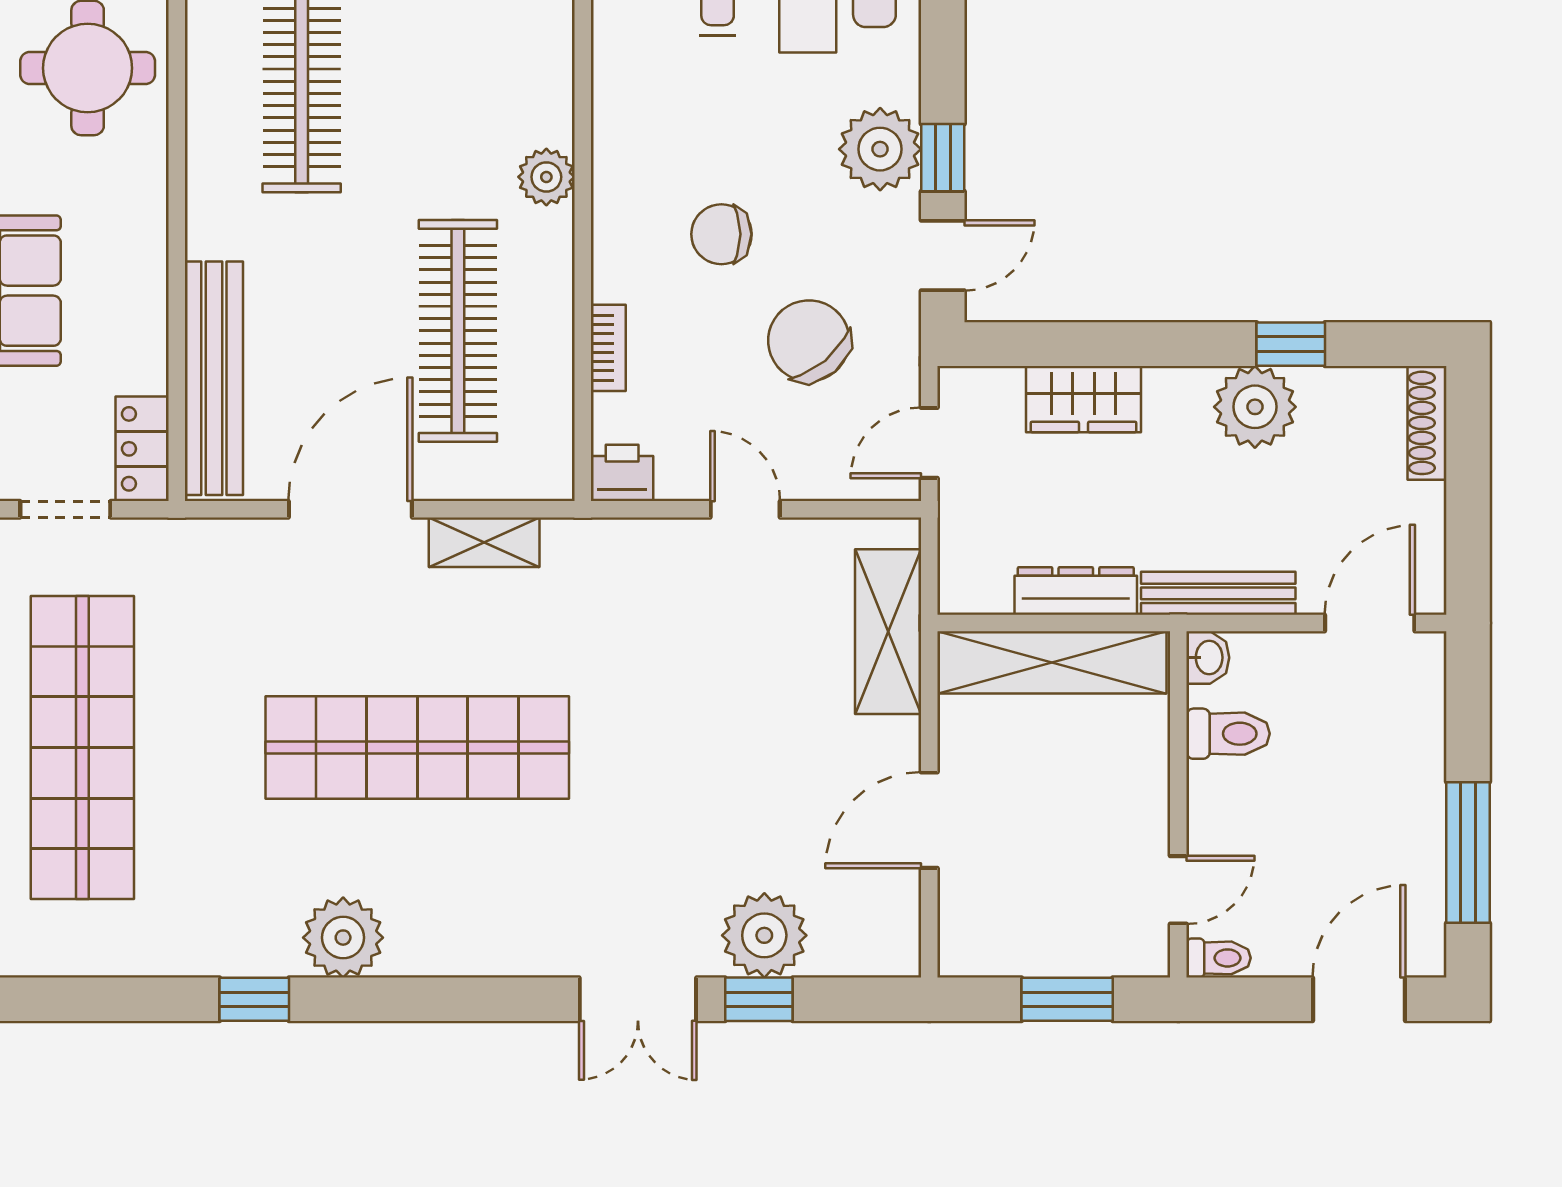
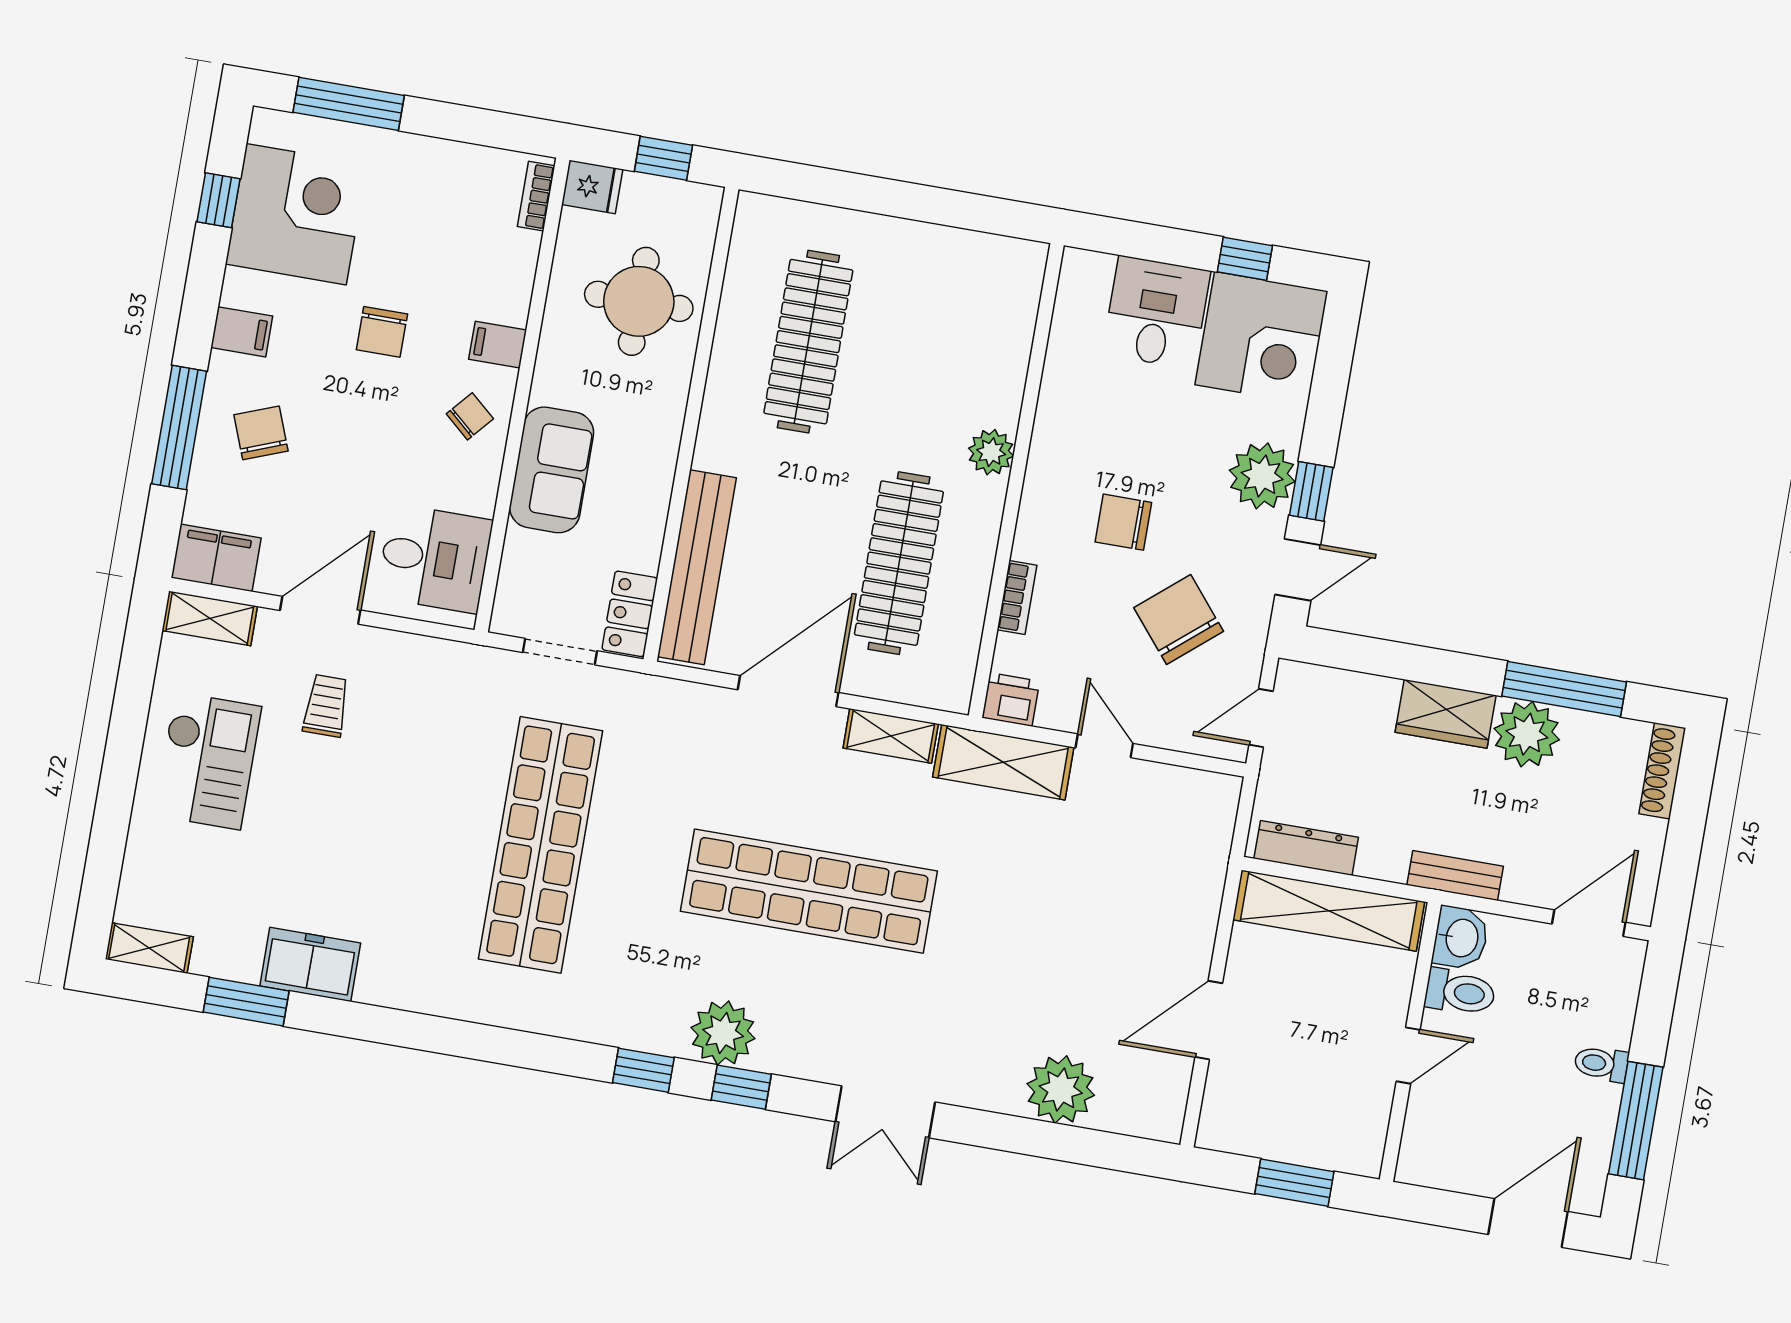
window: (1291, 344) -> (1564, 689), width x2.17
wardrobe: (1084, 399) -> (1446, 714), moved
dresser: (1076, 591) -> (1306, 848), moved
bench: (1218, 593) -> (1455, 876), width x0.73
shelving: (888, 632) -> (1003, 762), moved, turned 90
washbasin: (1208, 658) -> (1461, 938), width x1.38, depth x1.45
door: (1178, 890) -> (1408, 1055), moved
toilet: (1219, 958) -> (1601, 1064), moved, turned 180
double door: (638, 999) -> (885, 1112), moved
window: (759, 999) -> (741, 1087), moved

